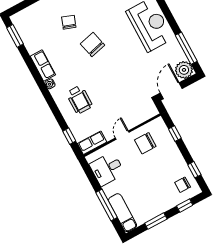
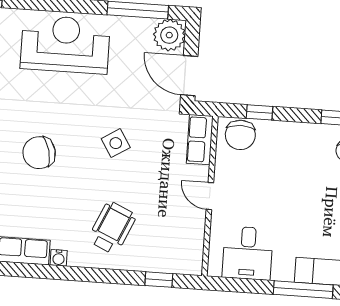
side table: (119, 77) -> (116, 143), added
wheelchair: (79, 100) -> (112, 228), turned -66
row of seats: (92, 143) -> (200, 140), moved
chair: (145, 143) -> (240, 135), moved

